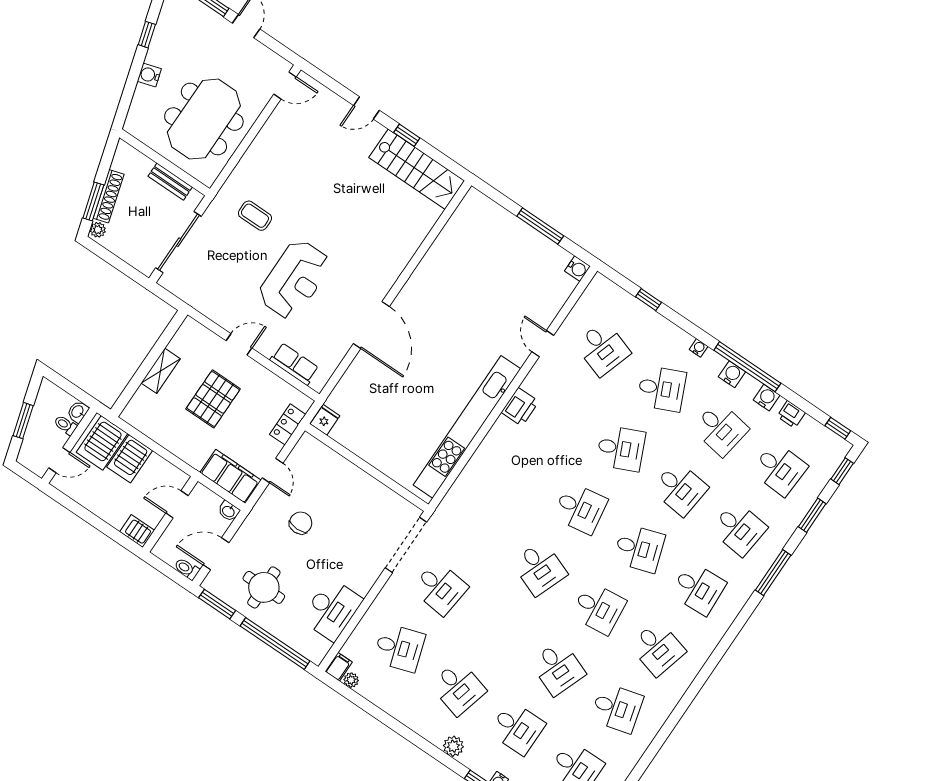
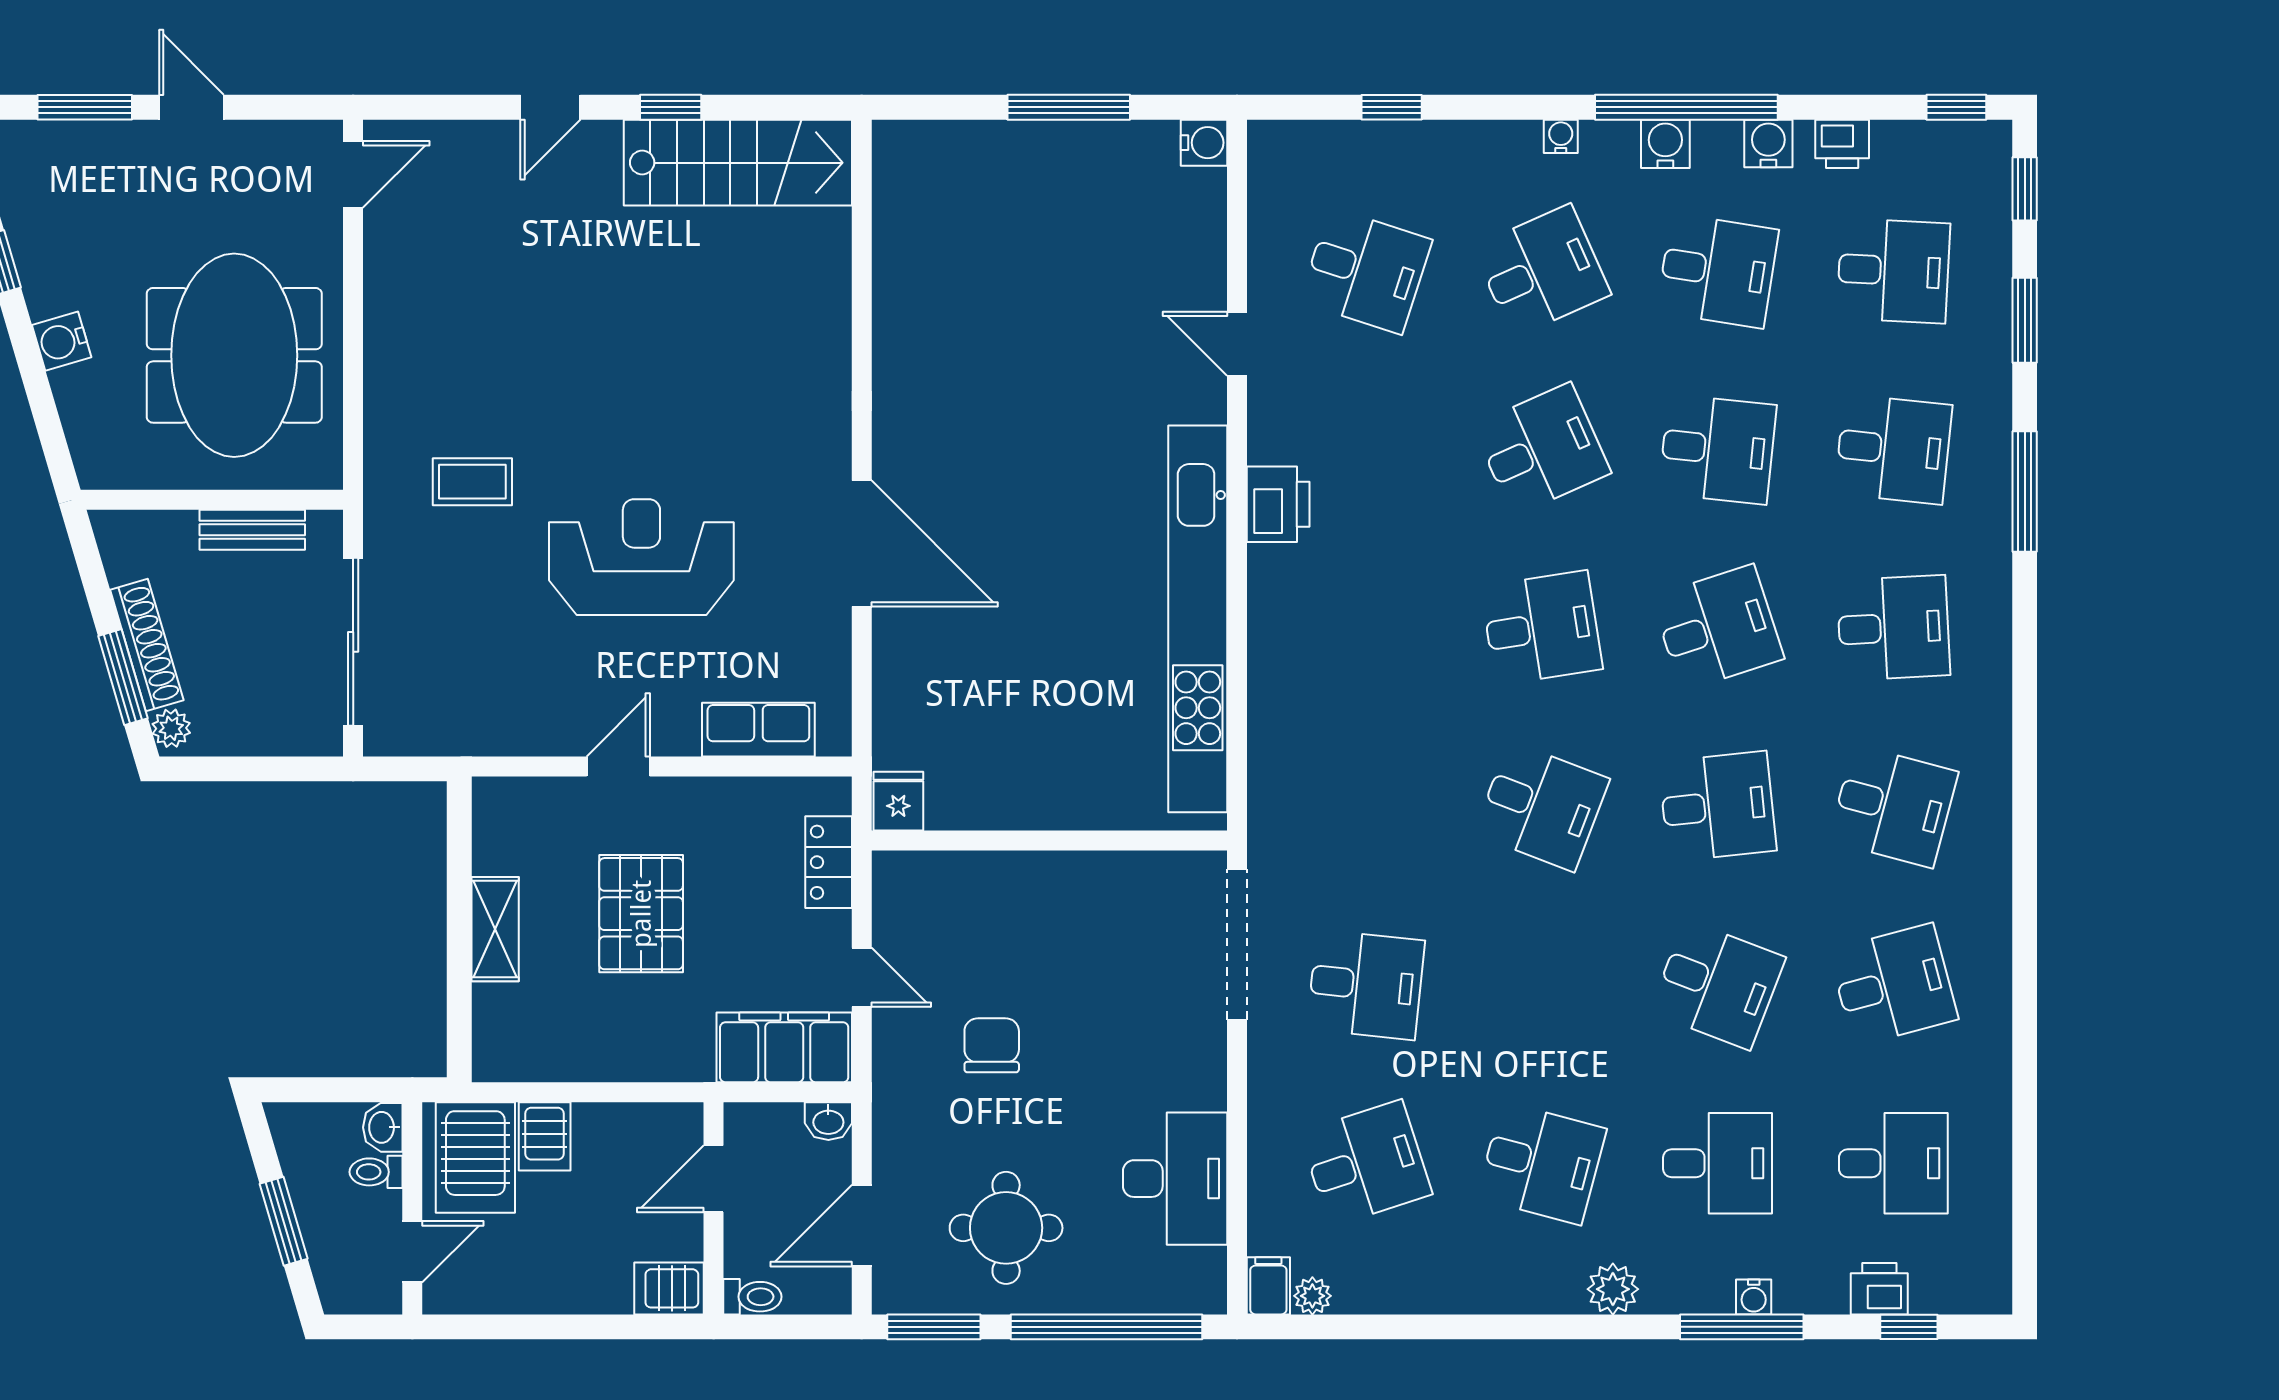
reception desk: (294, 279) -> (641, 557), turned -90
server rack: (130, 459) -> (545, 1136), width x0.73, depth x0.70
toilet: (187, 569) -> (752, 1297), moved, turned 180

